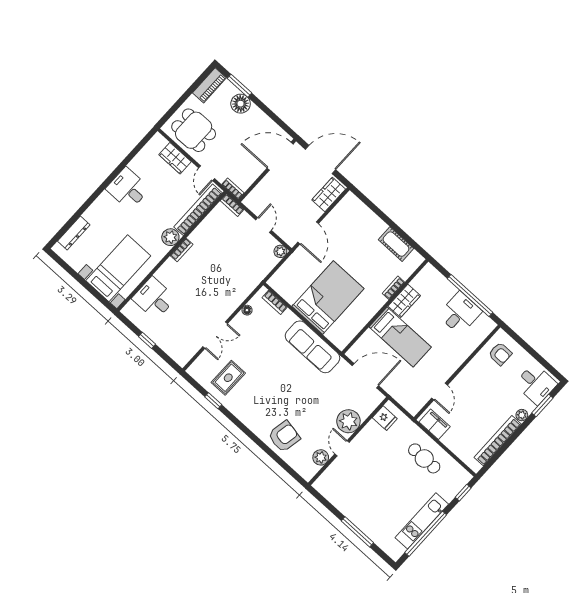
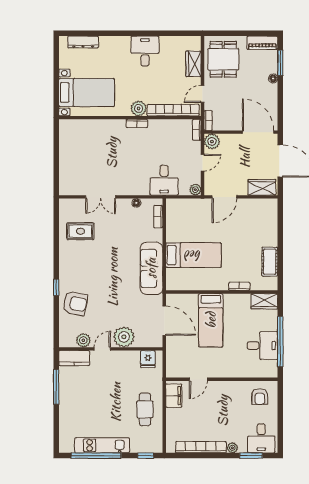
floor lamp: (241, 104) -> (273, 78), width x0.53, depth x0.53
plant: (253, 201) -> (212, 141), added
bed: (328, 297) -> (193, 255), width x0.67
desk: (154, 298) -> (164, 180), moved, turned 180
wardrobe: (404, 301) -> (264, 301), moved
window: (147, 340) -> (56, 155), removed
window: (213, 401) -> (56, 287), moved
kitchen counter: (328, 478) -> (74, 358), added
window: (357, 532) -> (56, 387), moved

